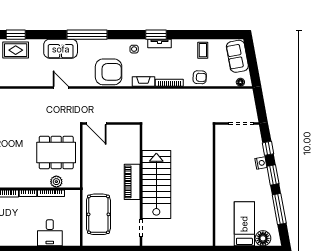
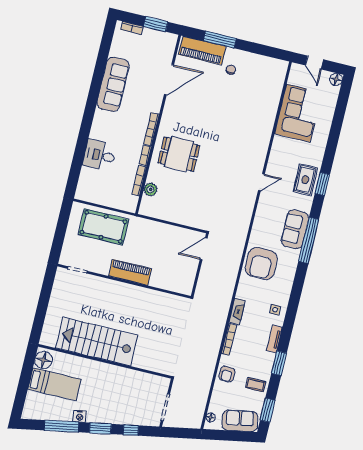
window: (87, 35) -> (309, 240), moved
window: (156, 35) -> (279, 363), moved
window: (222, 35) -> (268, 410), added
armchair: (109, 72) -> (261, 263), moved
door: (61, 87) -> (261, 182), moved
dining table: (56, 152) -> (179, 154), moved, width x0.73
nightstand: (261, 163) -> (80, 416), moved
stairs: (156, 185) -> (97, 341), moved, turned 180
desk: (50, 233) -> (99, 155), moved
floor lamp: (263, 238) -> (44, 360), moved

